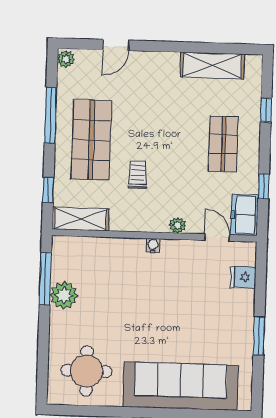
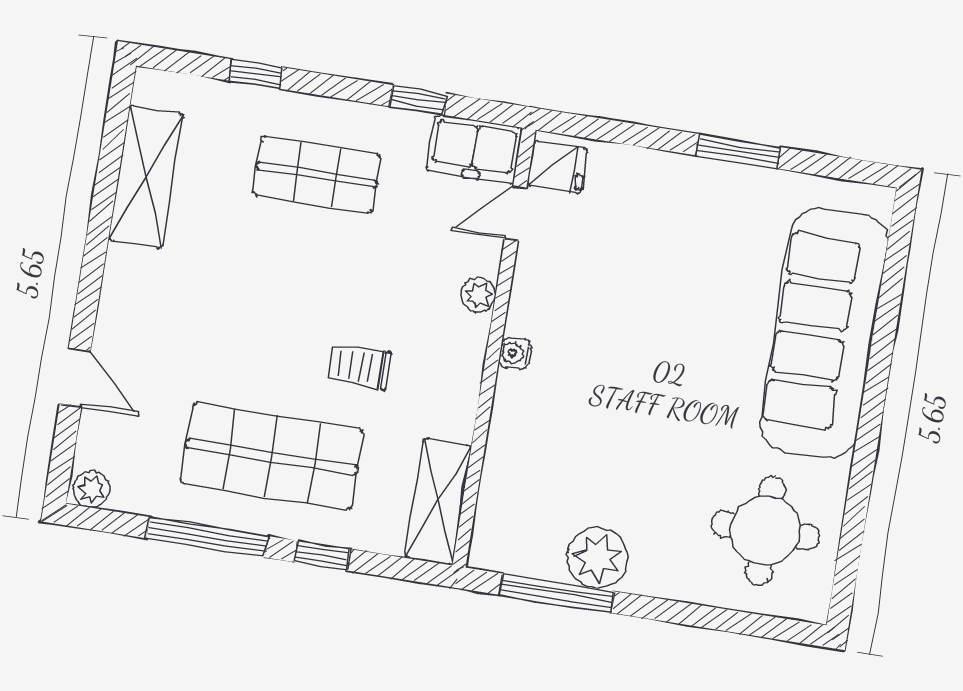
window: (48, 190) -> (322, 556), moved
fridge: (243, 277) -> (557, 167), moved, turned -90

